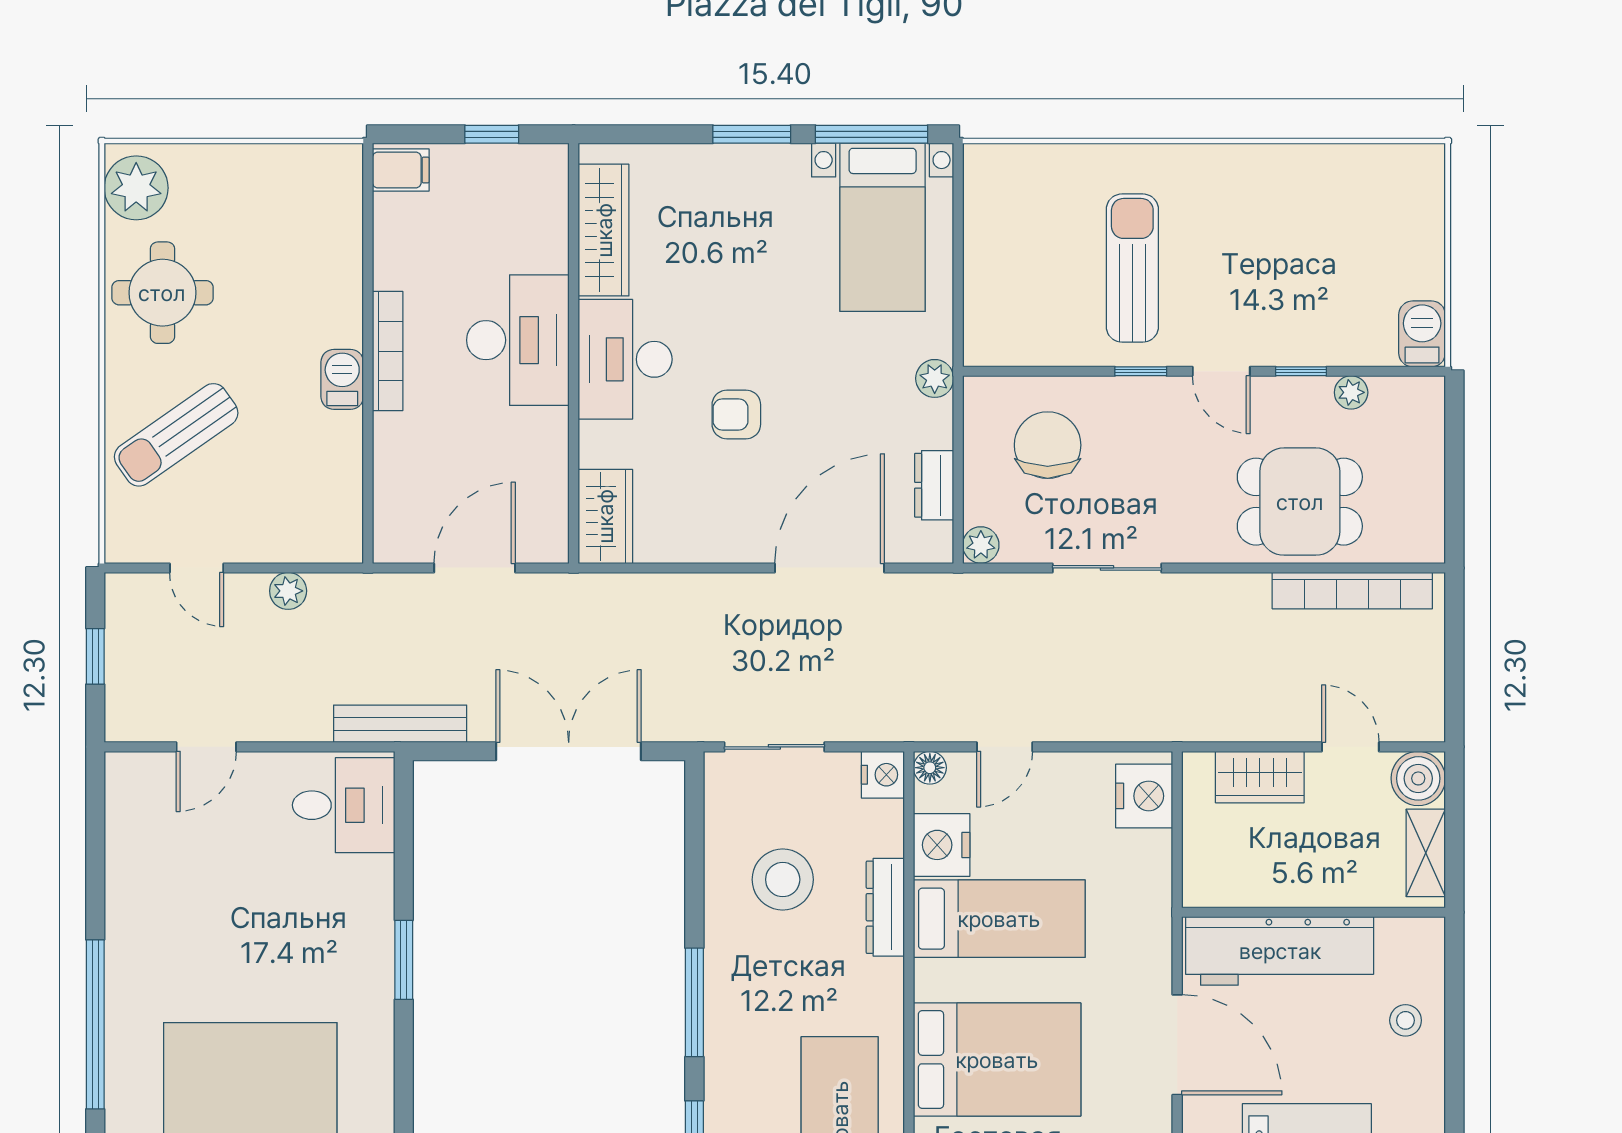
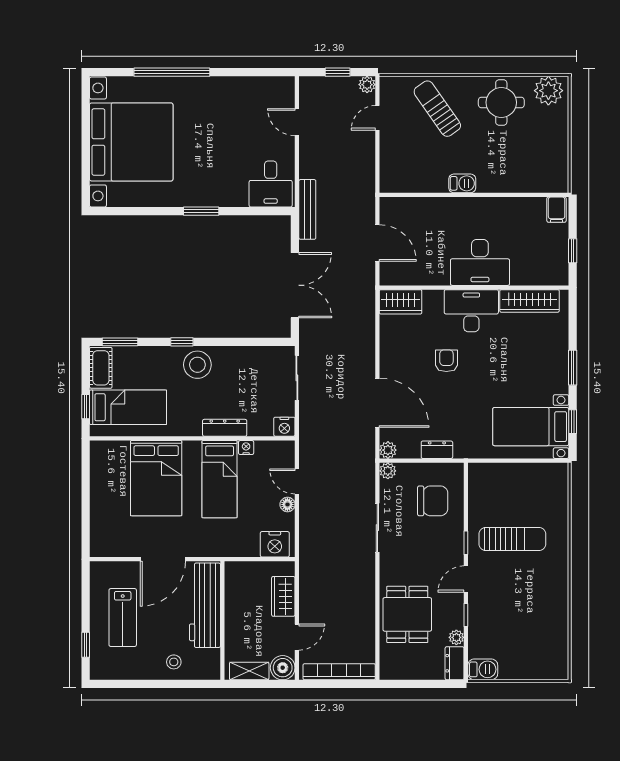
window: (871, 134) -> (573, 422), width x0.46
bookcase: (388, 351) -> (475, 204), removed
plant: (935, 378) -> (388, 450), moved
dresser: (1408, 397) -> (455, 663), added
dresser: (934, 485) -> (437, 450), moved
plant: (288, 591) -> (367, 85), moved
bookcase: (1352, 591) -> (339, 672), moved, turned 90
floor lamp: (930, 768) -> (287, 504), moved
nightstand: (942, 845) -> (246, 448), width x0.53, depth x0.56
stool: (783, 880) -> (197, 365), moved
window: (694, 1002) -> (182, 342), width x0.46

